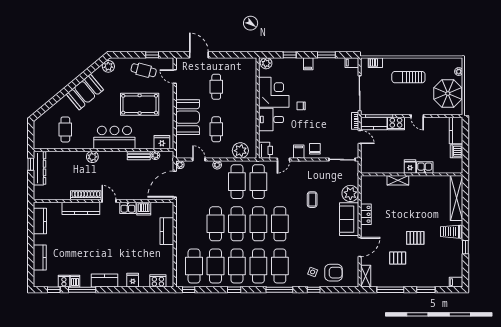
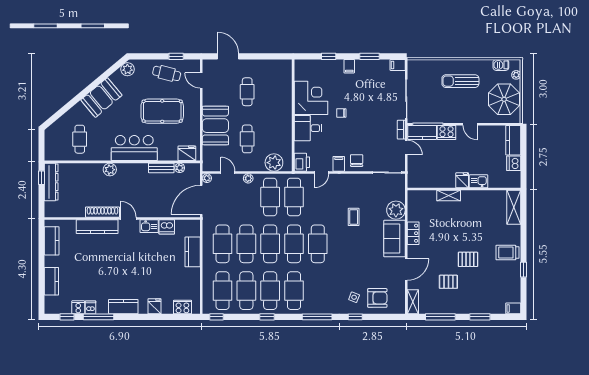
plant: (266, 63) -> (303, 66), removed
barbecue: (375, 63) -> (501, 65), moved
shelving: (457, 198) -> (514, 207), width x0.68
cafe table: (280, 266) -> (223, 244), moved

